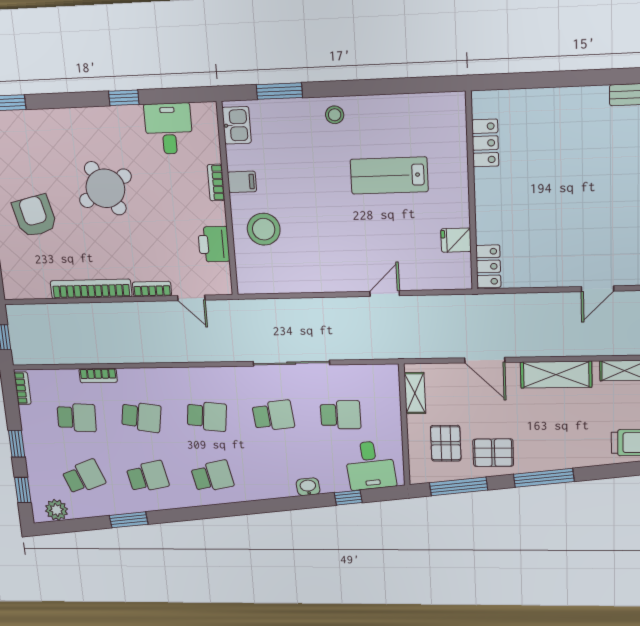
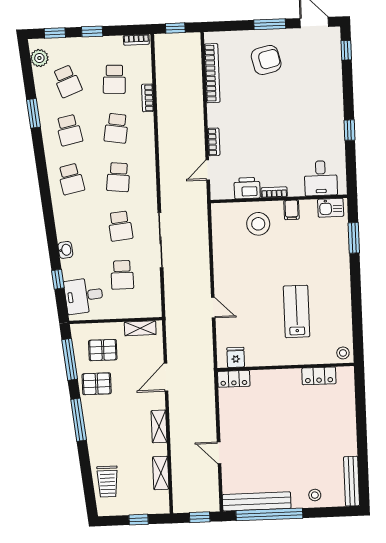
stool: (335, 115) -> (343, 353), moved
desk: (169, 129) -> (321, 178), moved, turned 90
bookcase: (216, 183) -> (274, 192), moved
round table: (105, 188) -> (286, 113), removed
fridge: (456, 240) -> (236, 357), moved
bookcase: (91, 289) -> (212, 73), moved
shelving: (556, 375) -> (159, 426), width x0.67, depth x0.75
pallet: (493, 453) -> (97, 384), turned 90

